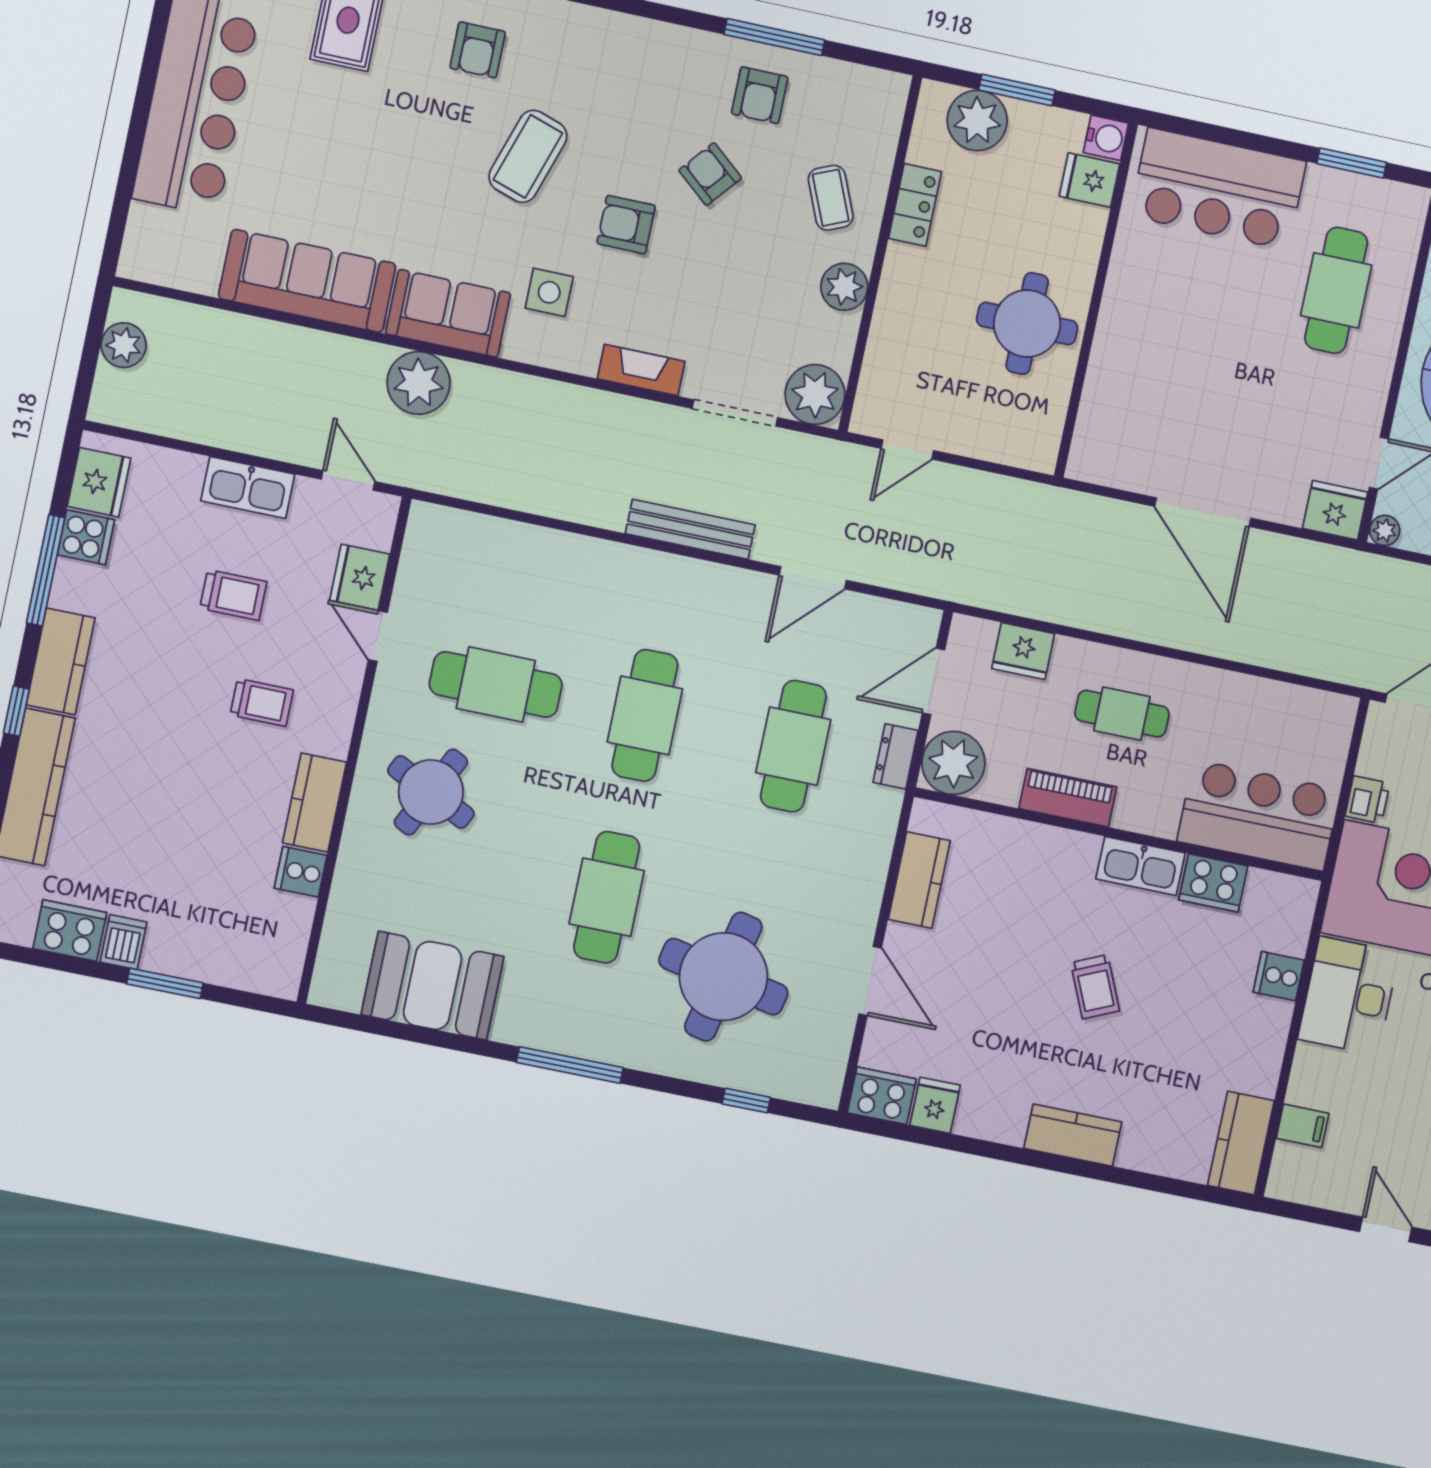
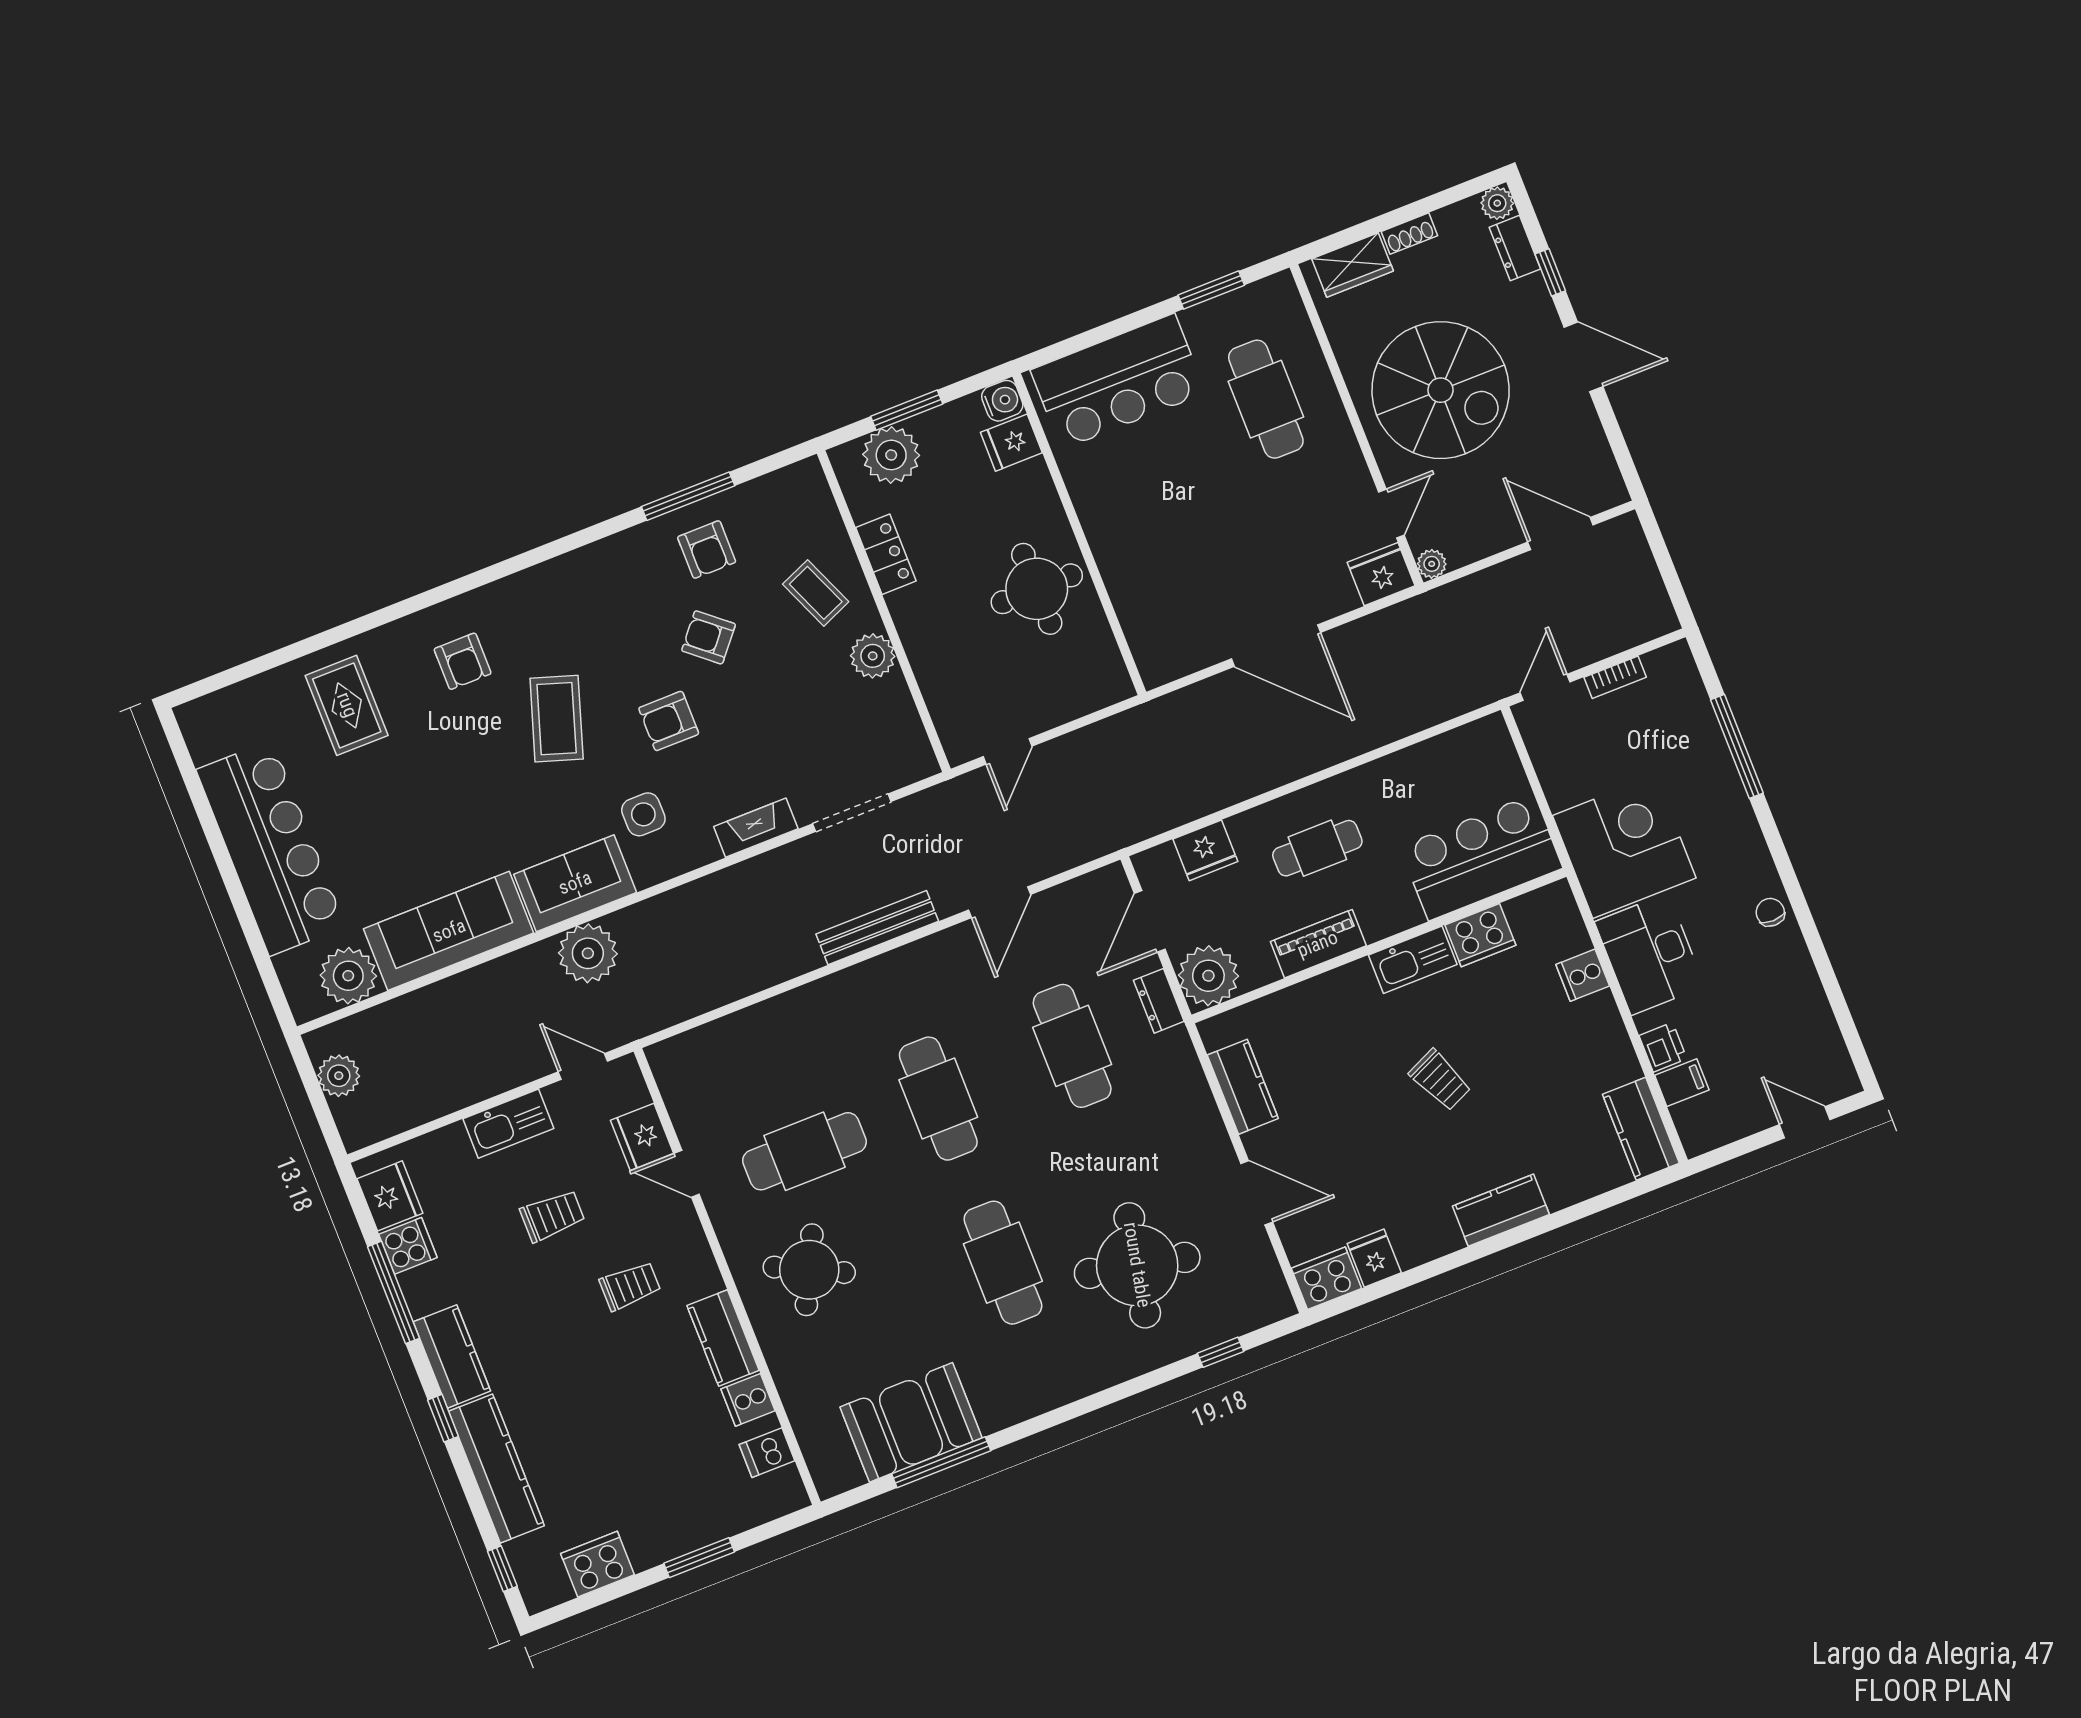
plant: (815, 394) -> (348, 976), moved
printer: (1367, 800) -> (1663, 1047), moved
dishwasher: (124, 942) -> (767, 1453), moved, turned -90
window: (570, 1065) -> (941, 1462), moved

